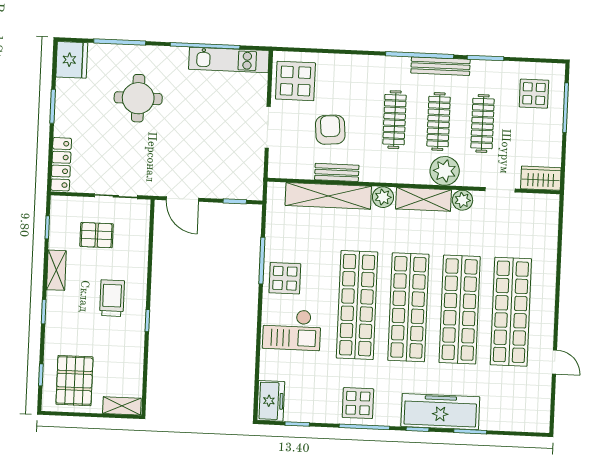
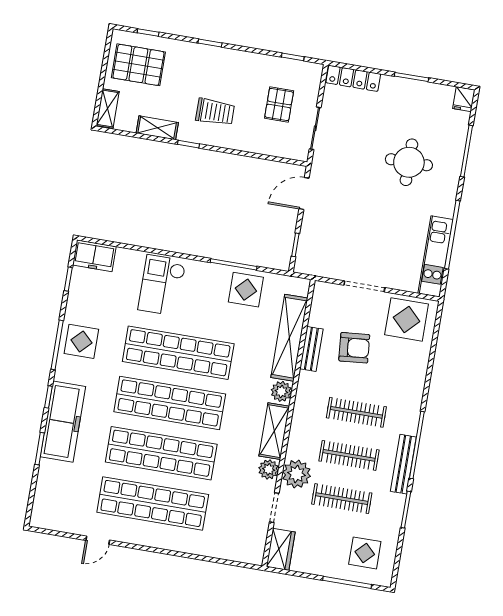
fridge: (72, 60) -> (464, 99), width x0.53, depth x0.75
plant: (445, 171) -> (296, 474), moved
shelving: (56, 270) -> (157, 128), moved
display table: (285, 278) -> (246, 290), moved

